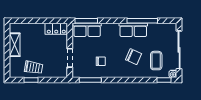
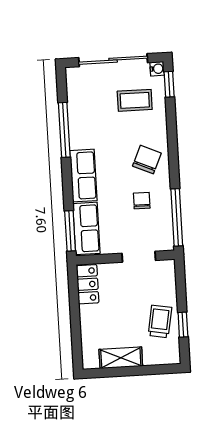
row of seats: (133, 30) -> (83, 176), moved
chair: (134, 57) -> (147, 160), moved
window: (90, 80) -> (177, 217), width x1.44

